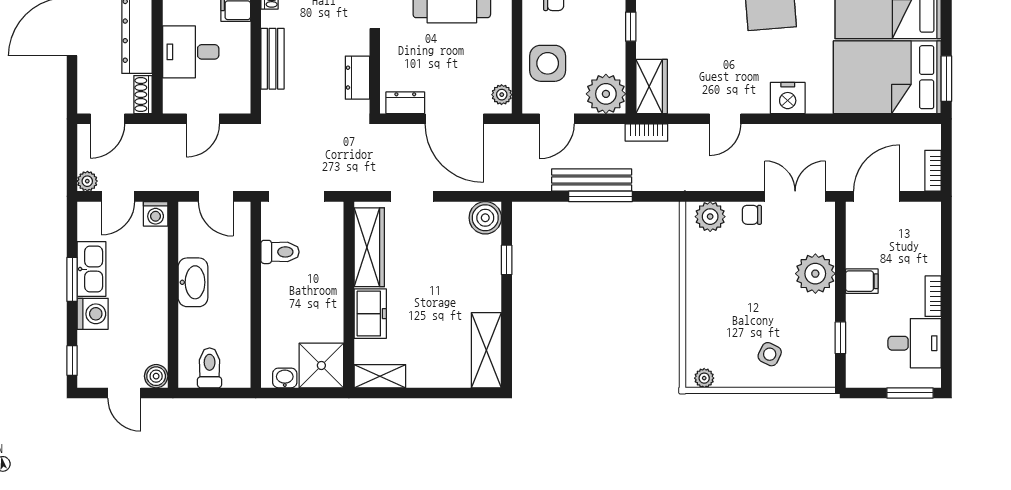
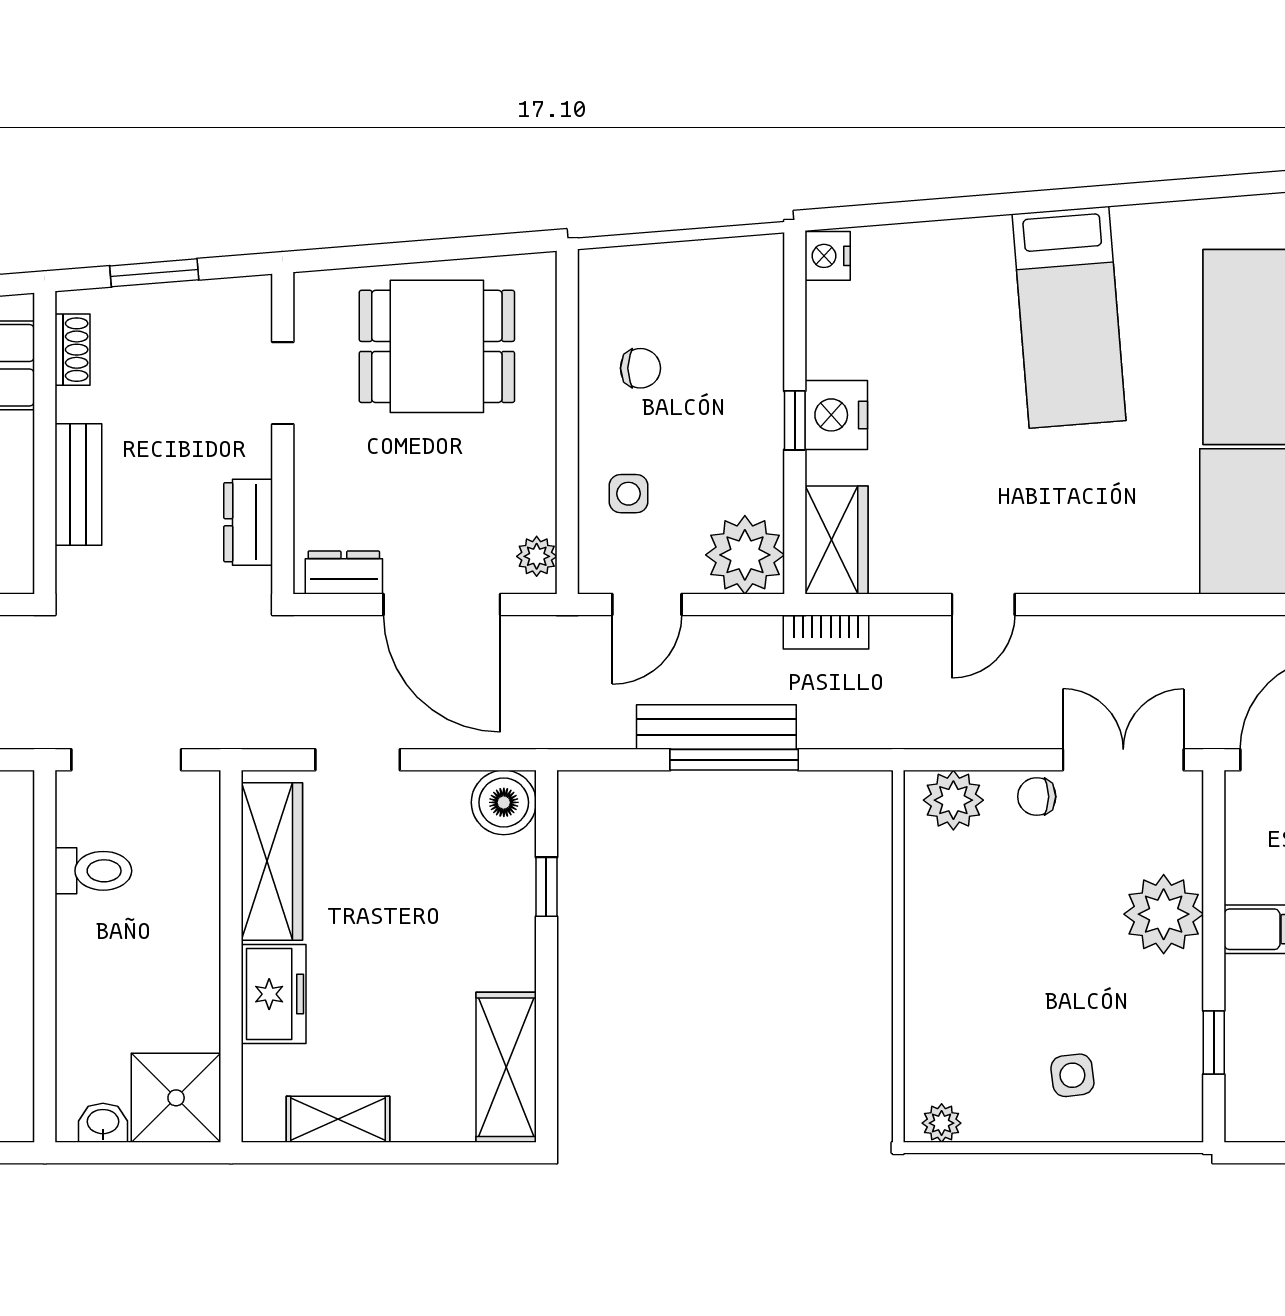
side table: (548, 63) -> (628, 494), width x0.54, depth x0.54
nightstand: (788, 98) -> (836, 415), moved, turned 90
side table: (770, 354) -> (1072, 1075), turned -33
shelving: (380, 376) -> (338, 1119), moved

